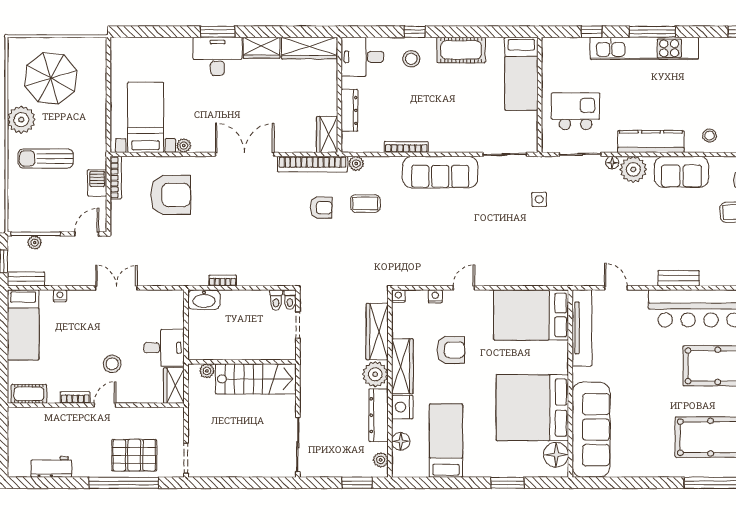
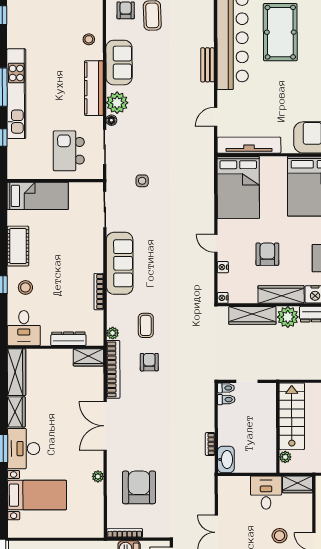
bed with nightstands: (146, 117) -> (37, 495), moved, turned 180

